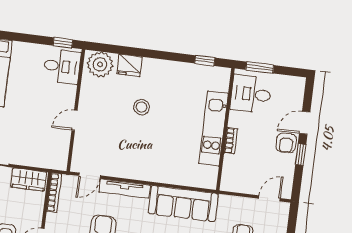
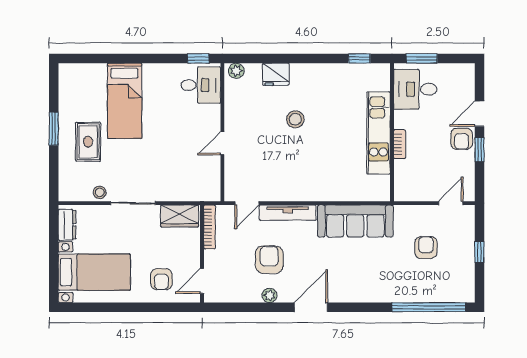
plant: (100, 64) -> (236, 71), width x0.53, depth x0.53

